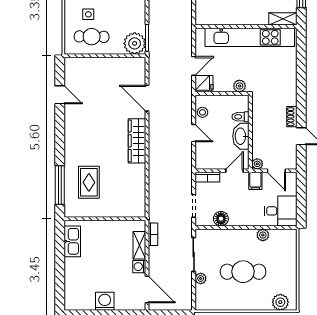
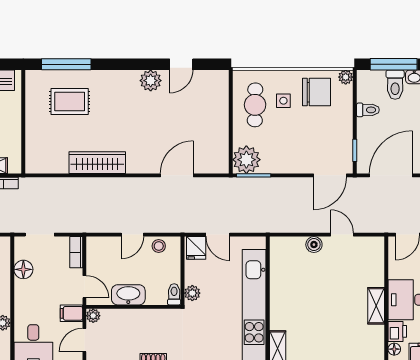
toilet: (240, 117) -> (174, 294), moved
plant: (72, 119) -> (151, 81), added
wardrobe: (137, 141) -> (97, 163), moved

